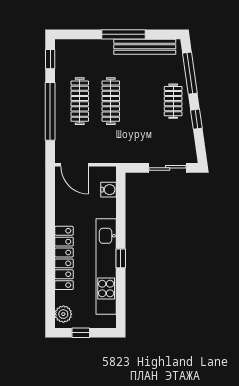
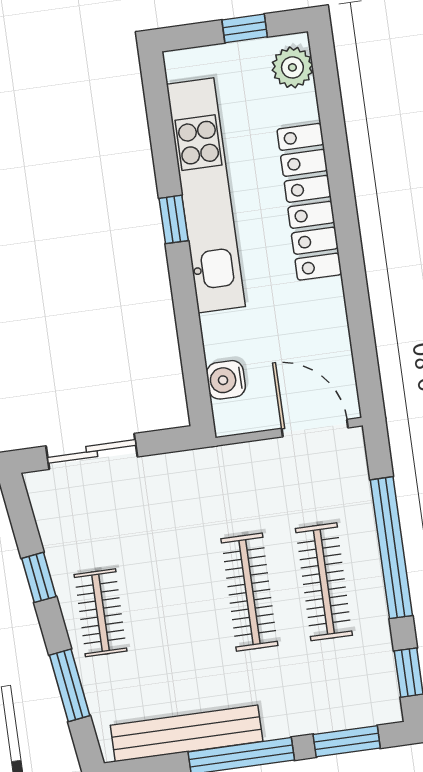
window: (79, 34) -> (347, 741), added
window: (190, 73) -> (70, 685), width x0.69

